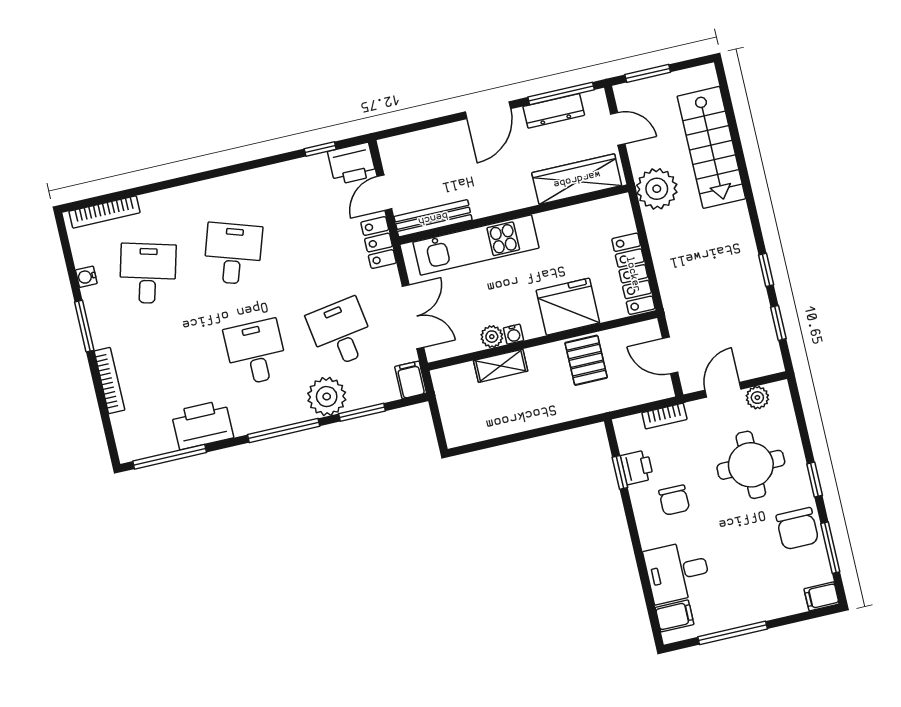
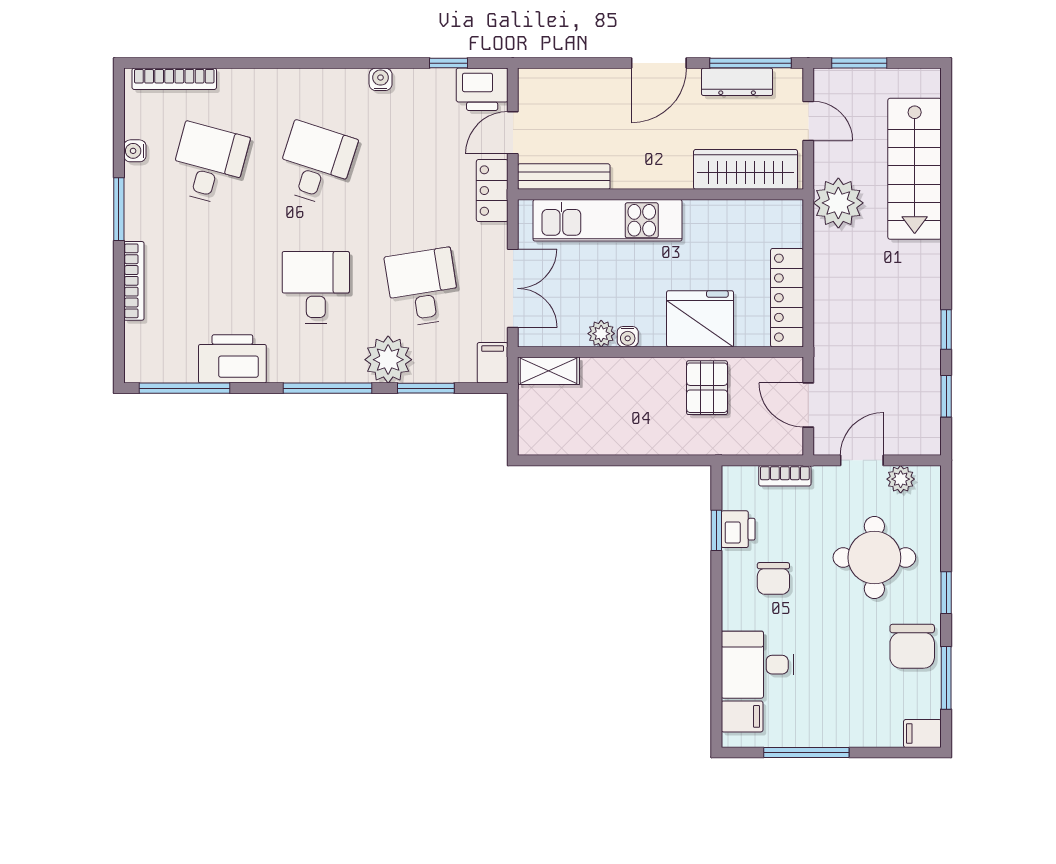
water cooler: (269, 174) -> (381, 79), added
shelving: (501, 366) -> (549, 371), moved

